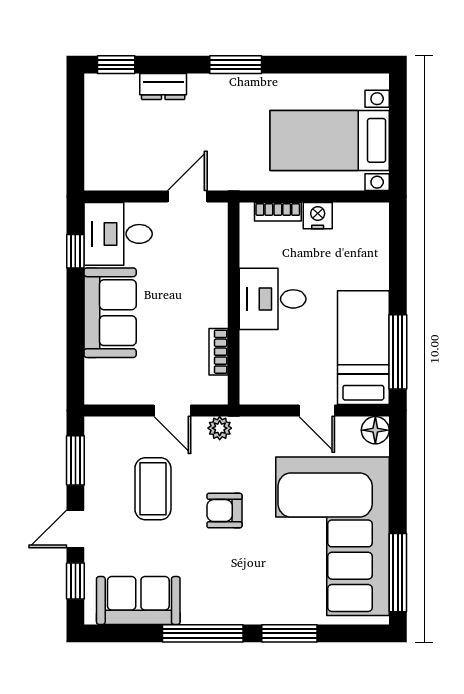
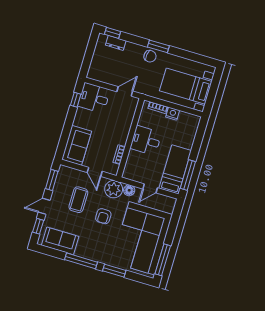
dresser: (163, 86) -> (116, 43), moved
chair: (223, 94) -> (150, 56), added
sofa: (110, 313) -> (77, 145), moved
door: (317, 411) -> (150, 188), hinge flipped
plant: (220, 428) -> (114, 189), width x1.88, depth x1.88
floor lamp: (375, 430) -> (129, 190), moved
armchair: (224, 511) -> (103, 216), turned -90

